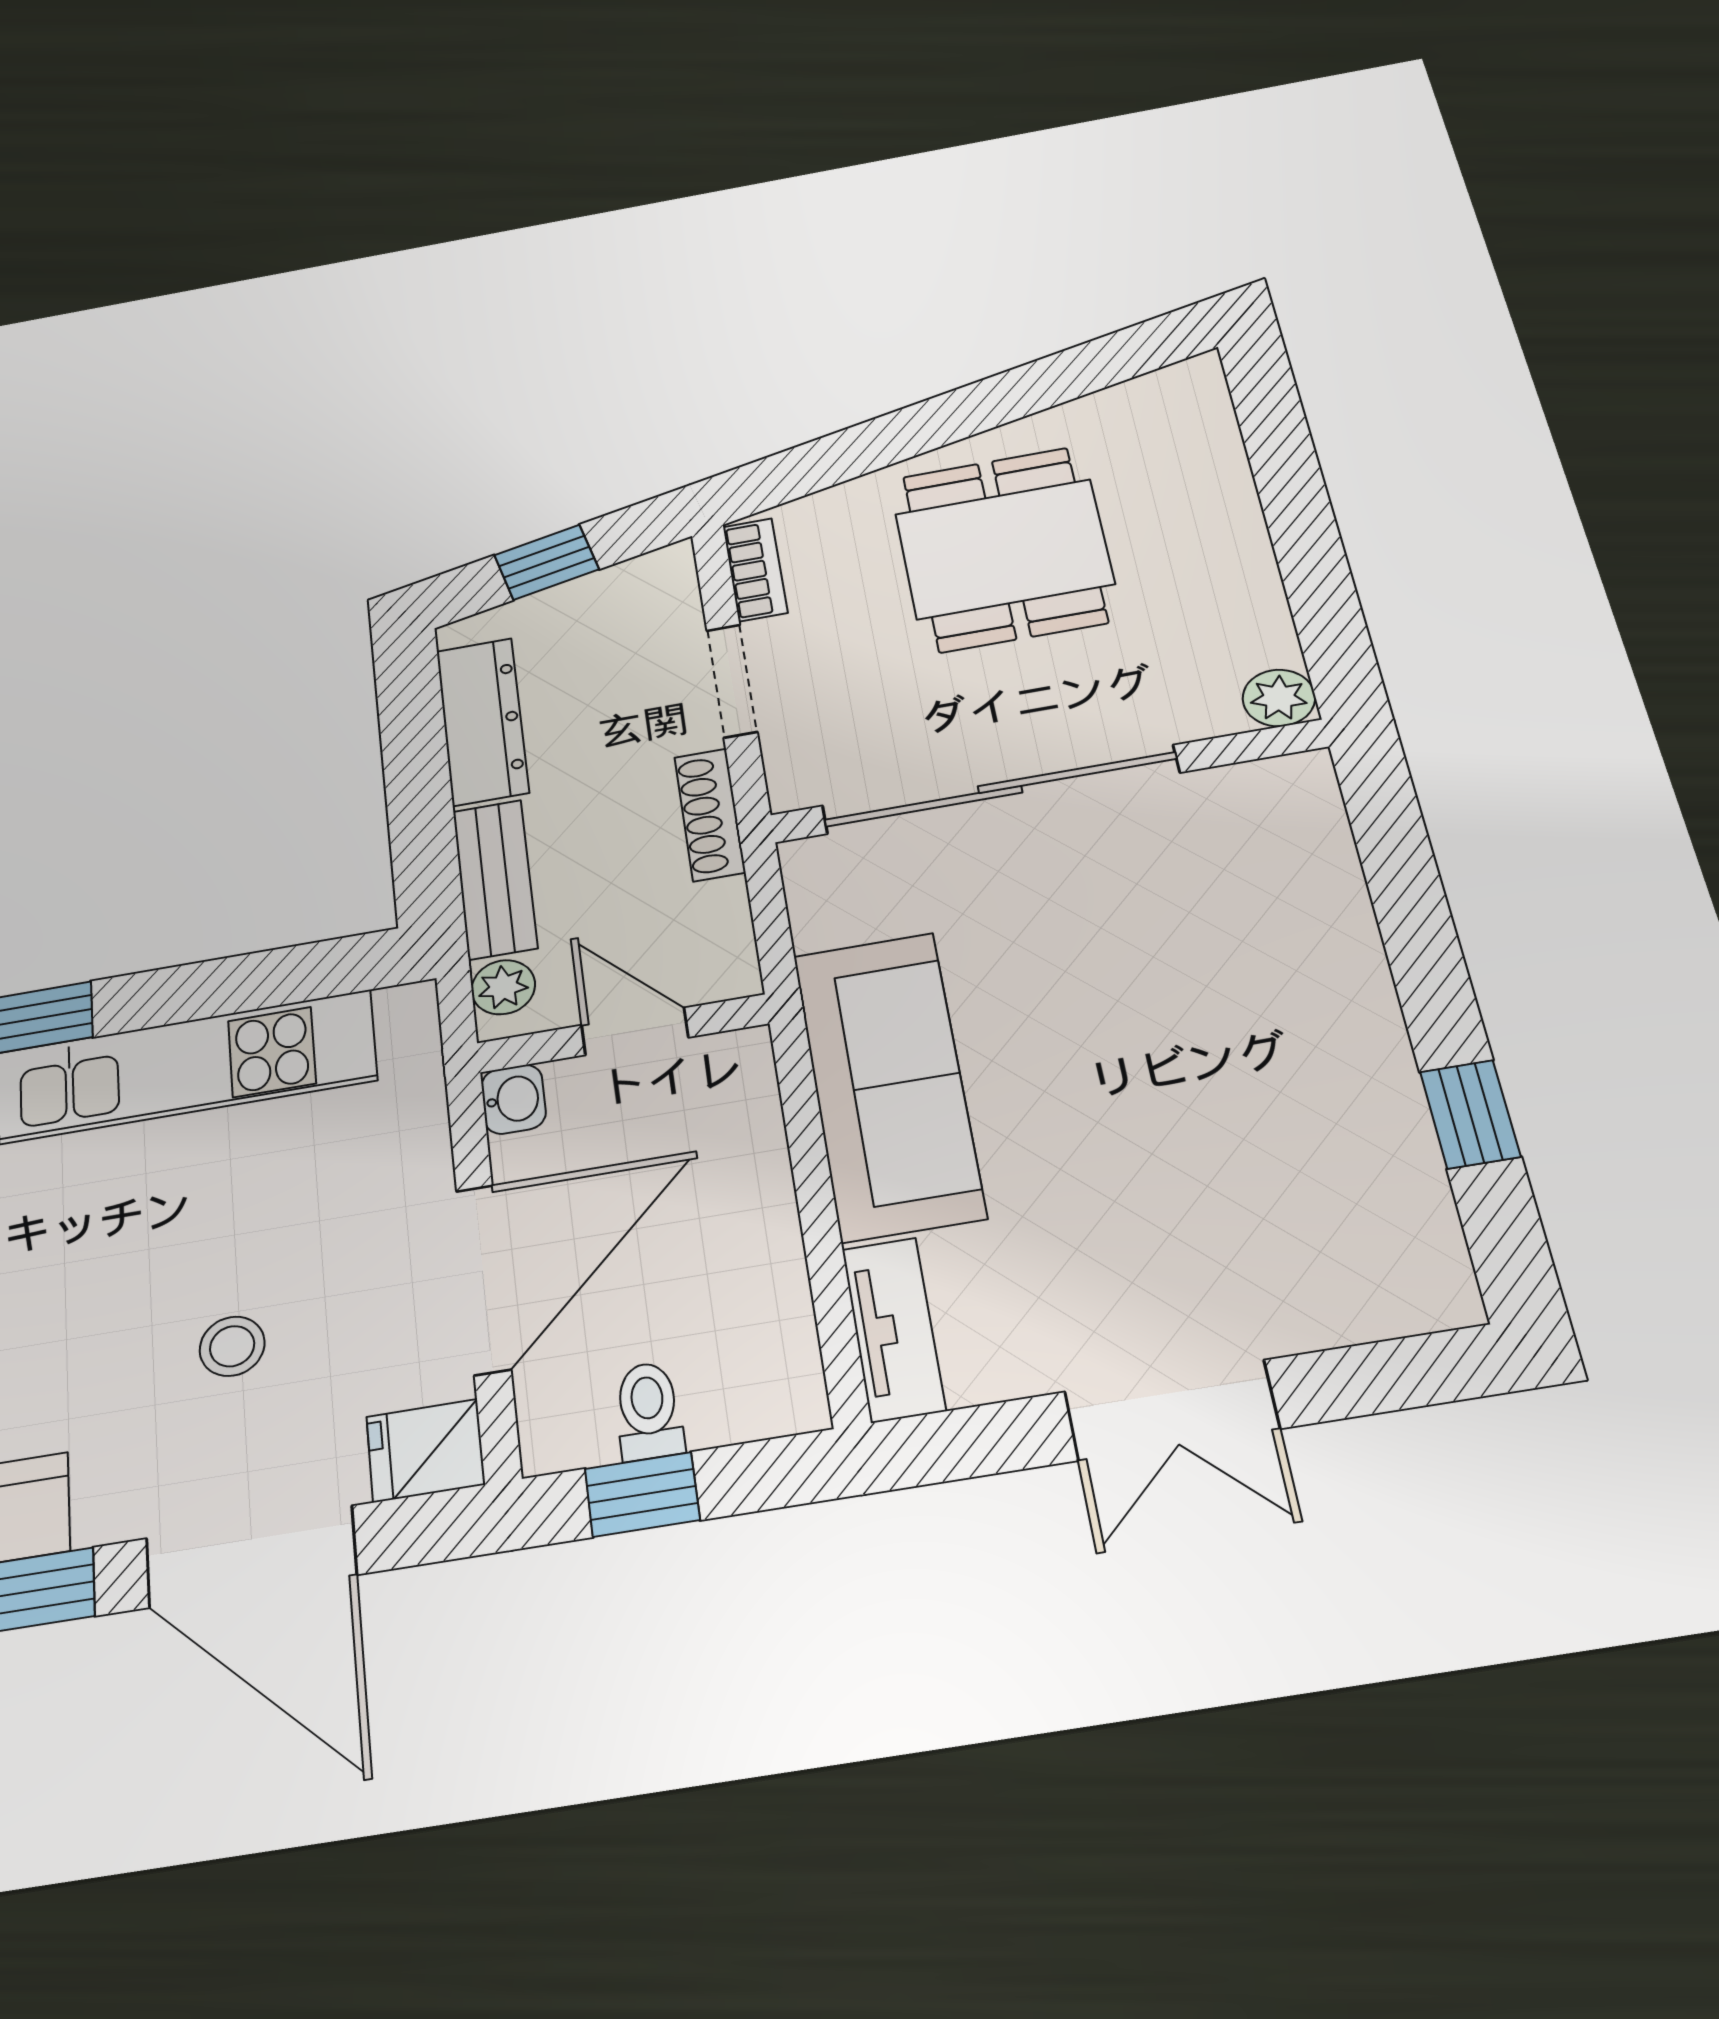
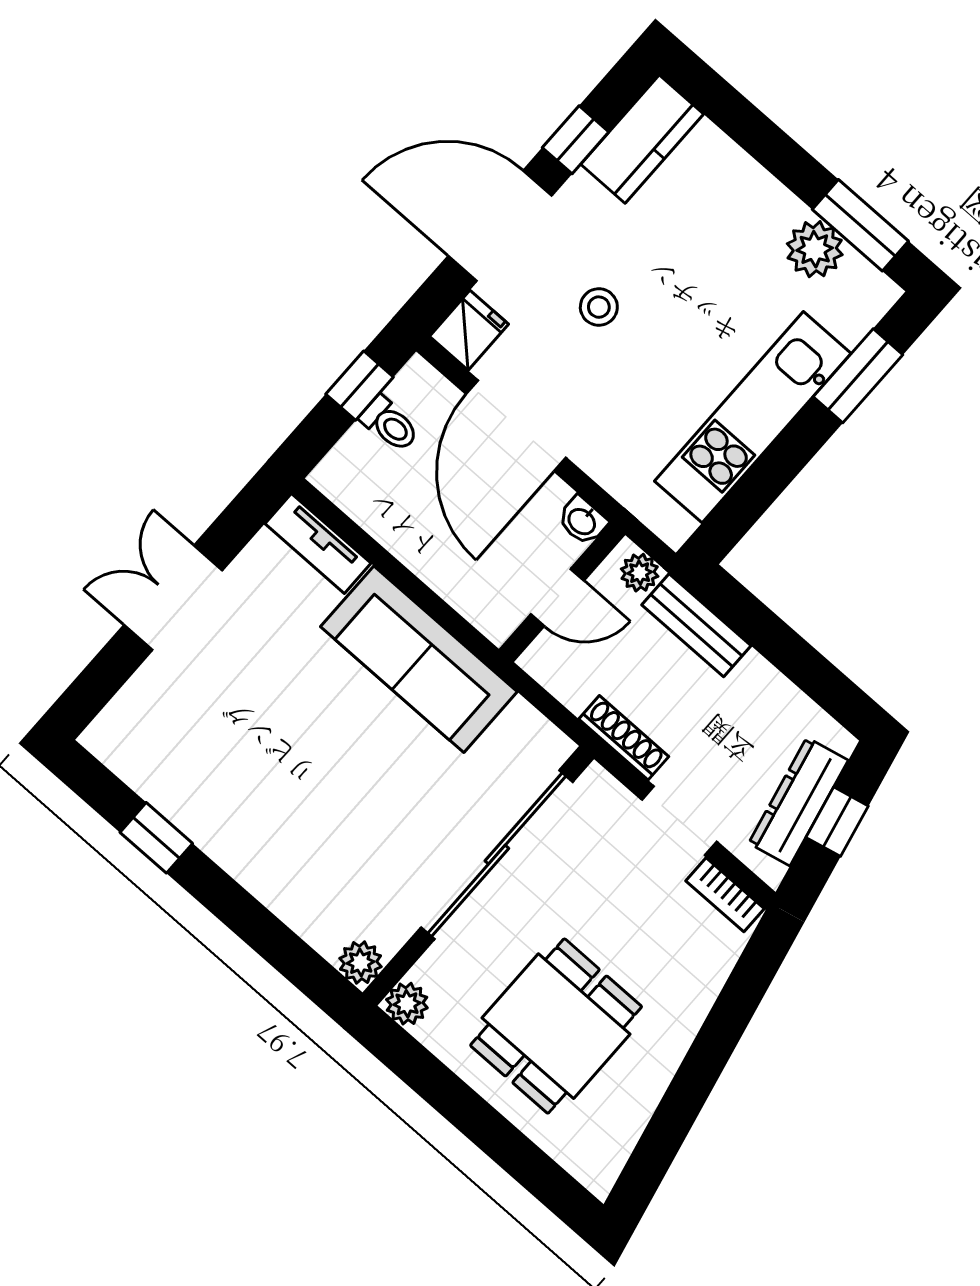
dining table: (1004, 549) -> (556, 1026), moved, turned 90
dresser: (482, 721) -> (798, 802), moved, turned 78
plant: (1301, 782) -> (361, 963), added

